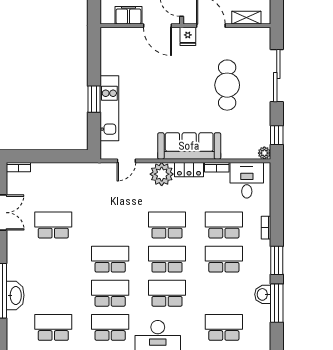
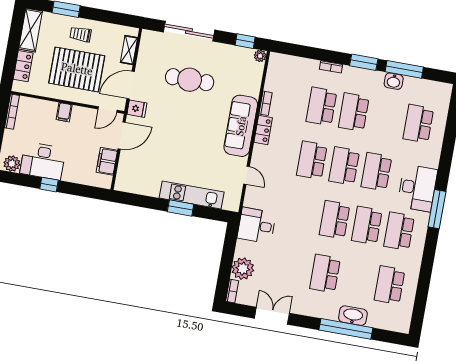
door: (126, 161) -> (247, 175), moved
plant: (162, 174) -> (243, 269), moved
desk: (247, 180) -> (257, 225), moved
school desk: (53, 225) -> (325, 274), moved

